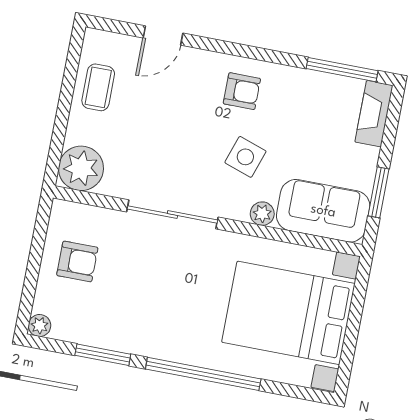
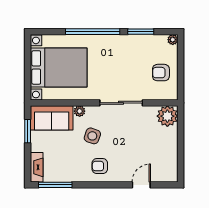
coffee table: (98, 87) -> (167, 155), removed

